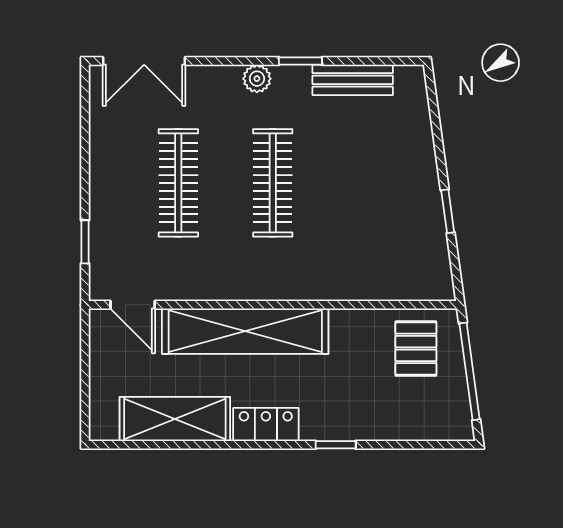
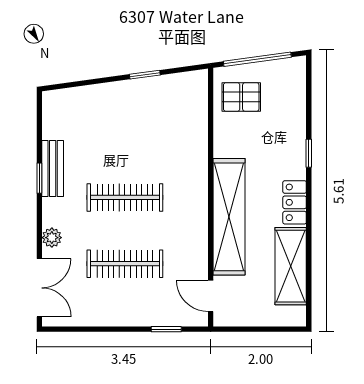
plant: (257, 79) -> (52, 238), moved
bench: (353, 80) -> (53, 168), moved
door: (133, 305) -> (211, 296), swing flipped

